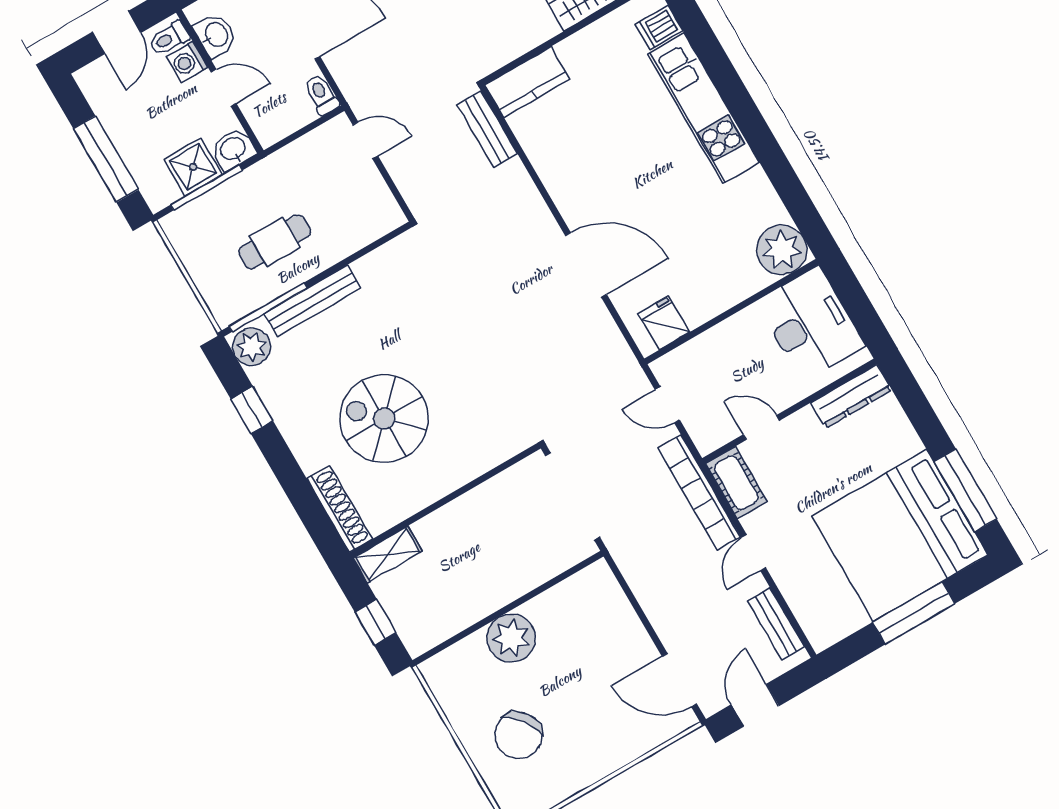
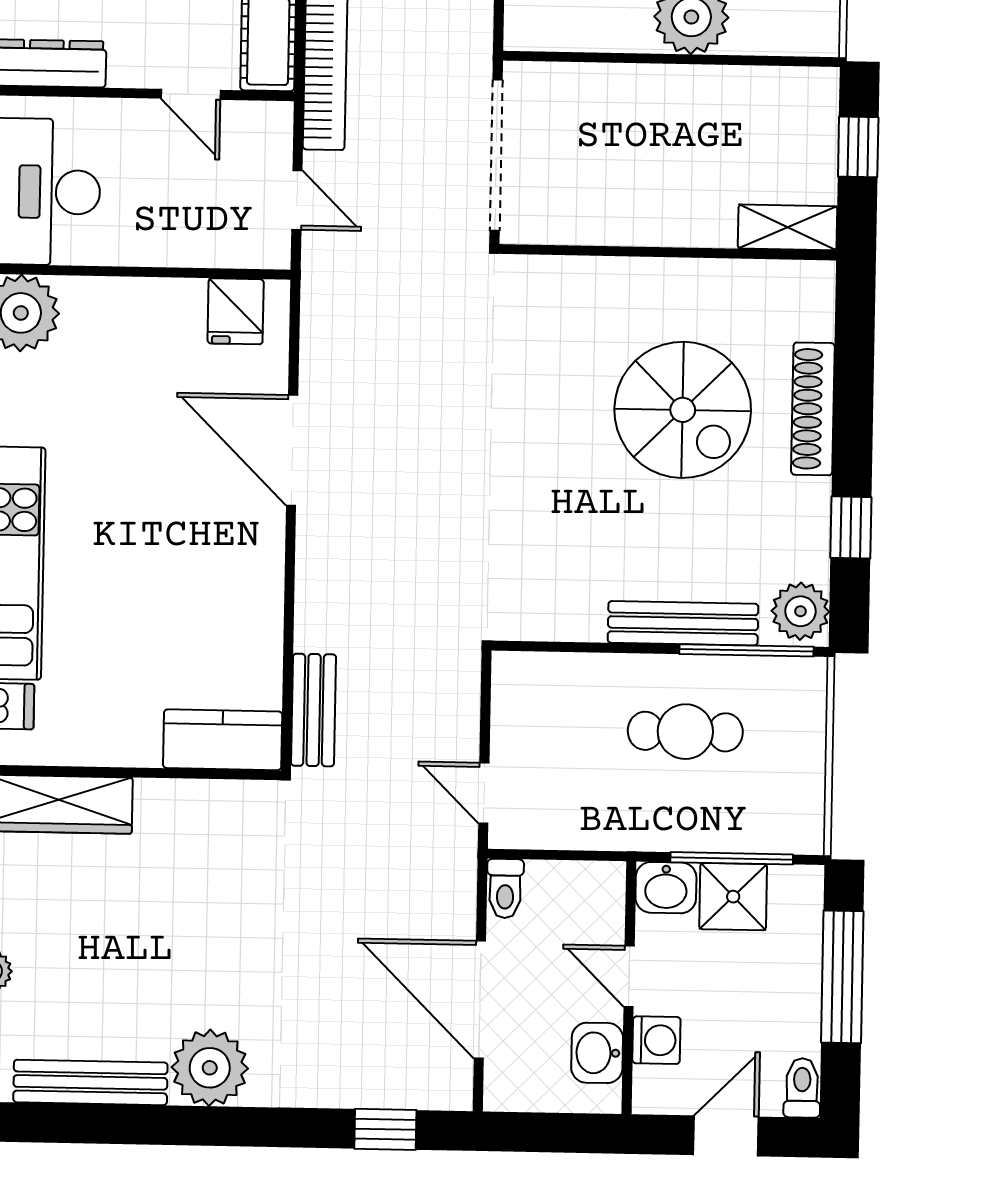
toilet: (169, 38) -> (802, 1088), moved, turned -90
shoe rack: (339, 509) -> (813, 409), moved

